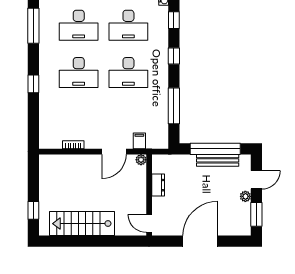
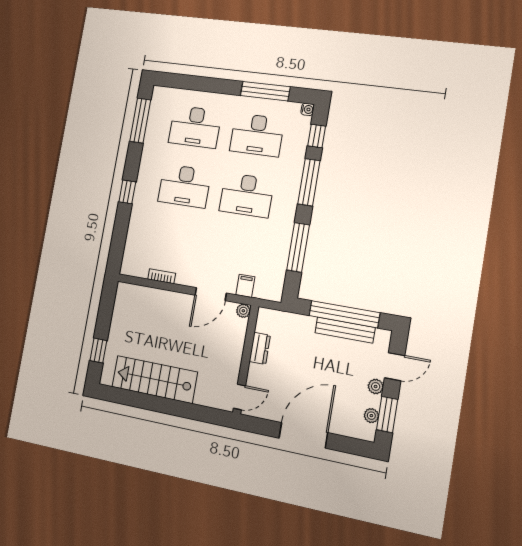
window: (174, 56) -> (309, 182), width x2.17
plant: (246, 217) -> (371, 416), added
door: (149, 223) -> (239, 397), swing flipped

